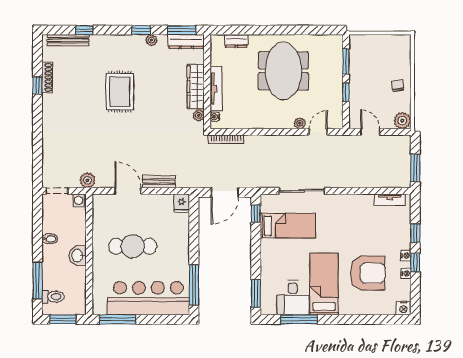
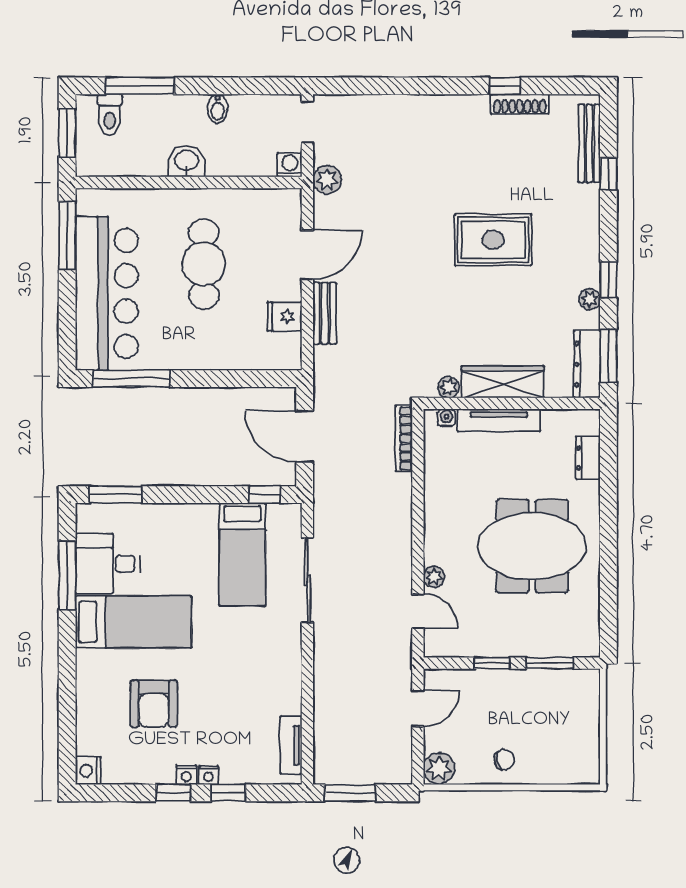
fridge: (182, 203) -> (284, 316), moved
armchair: (368, 273) -> (154, 704), width x0.73, depth x0.73
nightstand: (406, 273) -> (208, 775), moved

